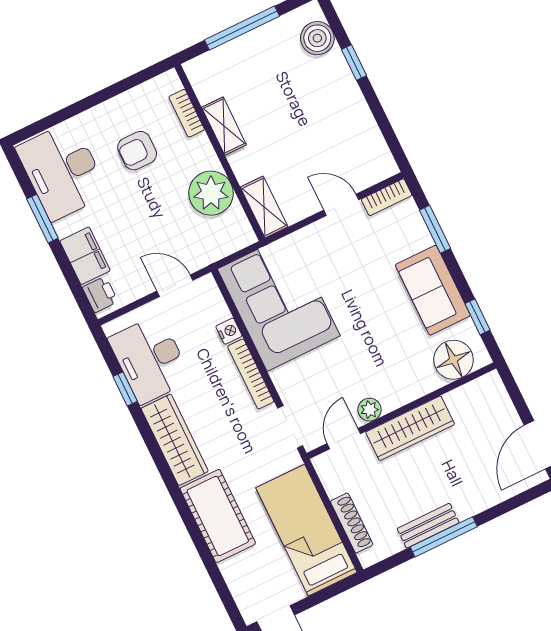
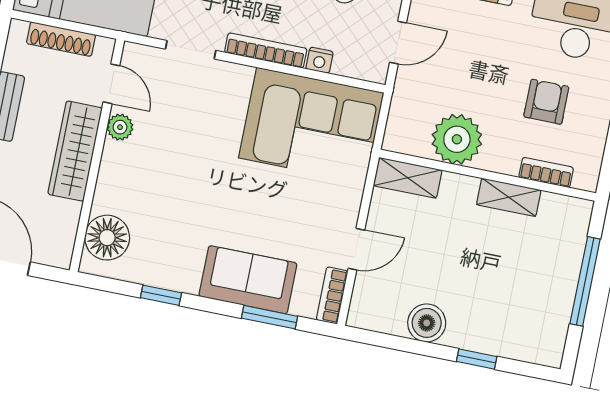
boiler: (317, 38) -> (427, 323), moved
sofa: (433, 290) -> (248, 280), moved
floor lamp: (454, 360) -> (107, 238), moved
plant: (369, 410) -> (120, 127), moved
wall: (401, 411) -> (97, 155), moved
wardrobe: (410, 428) -> (75, 151), moved
door: (344, 439) -> (111, 84), moved

